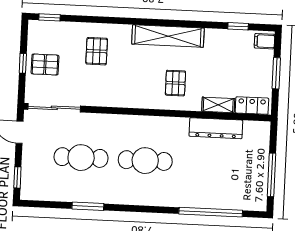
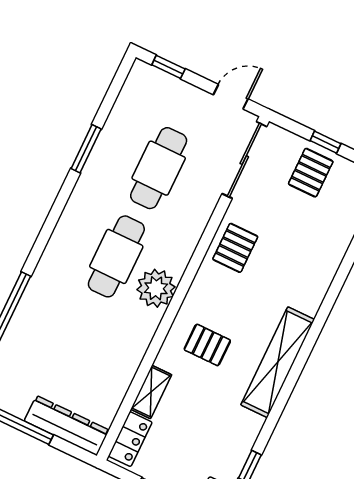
pallet: (97, 51) -> (235, 248), moved, turned 90
plant: (154, 128) -> (156, 288), added
dresser: (216, 128) -> (67, 426), moved, turned 90

